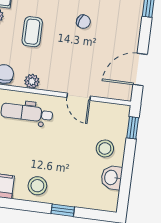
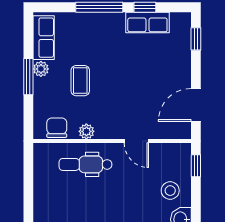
chair: (83, 22) -> (131, 63), removed

